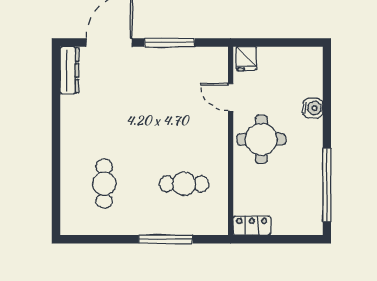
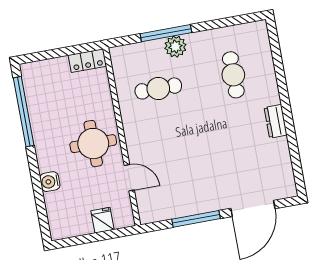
fridge: (246, 59) -> (103, 220), moved
dresser: (69, 70) -> (276, 121), moved, width x0.70
plant: (159, 224) -> (175, 47), added

